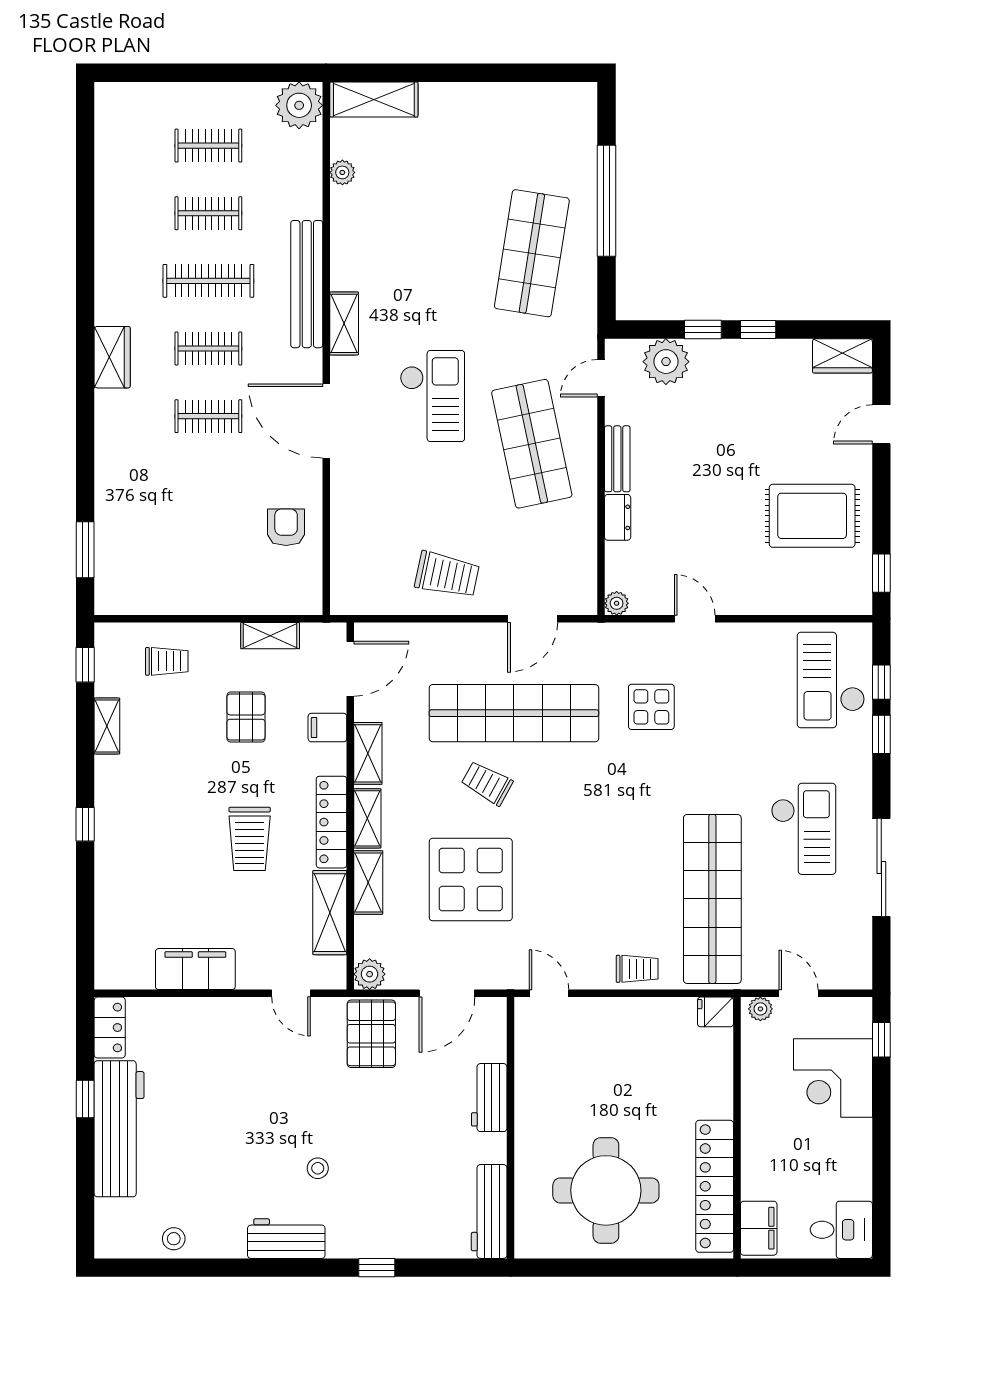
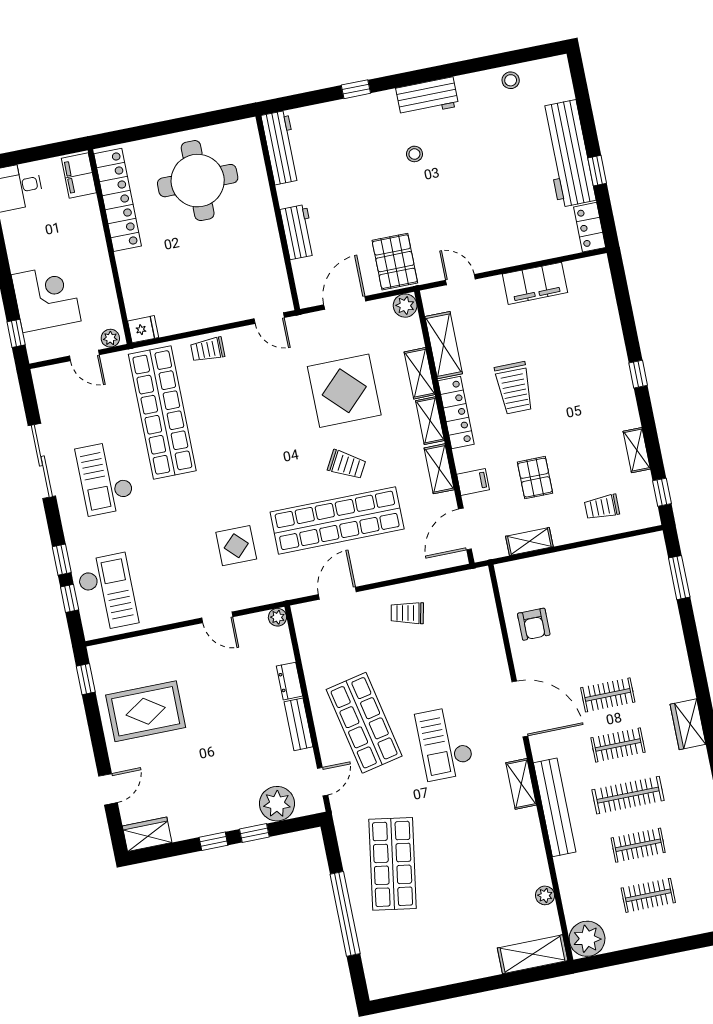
trolley: (447, 575) -> (407, 613), width x0.73, depth x0.72
trolley: (250, 839) -> (514, 388), turned 180

